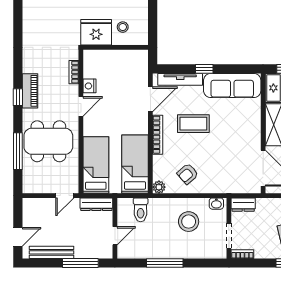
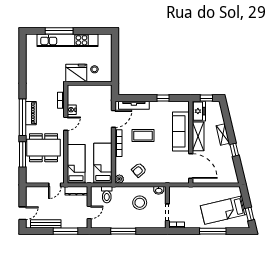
window: (204, 69) -> (163, 98), moved
sofa: (232, 86) -> (181, 131), moved, turned 90
window: (18, 97) -> (23, 117), width x3.17
dresser: (243, 205) -> (177, 191), removed

